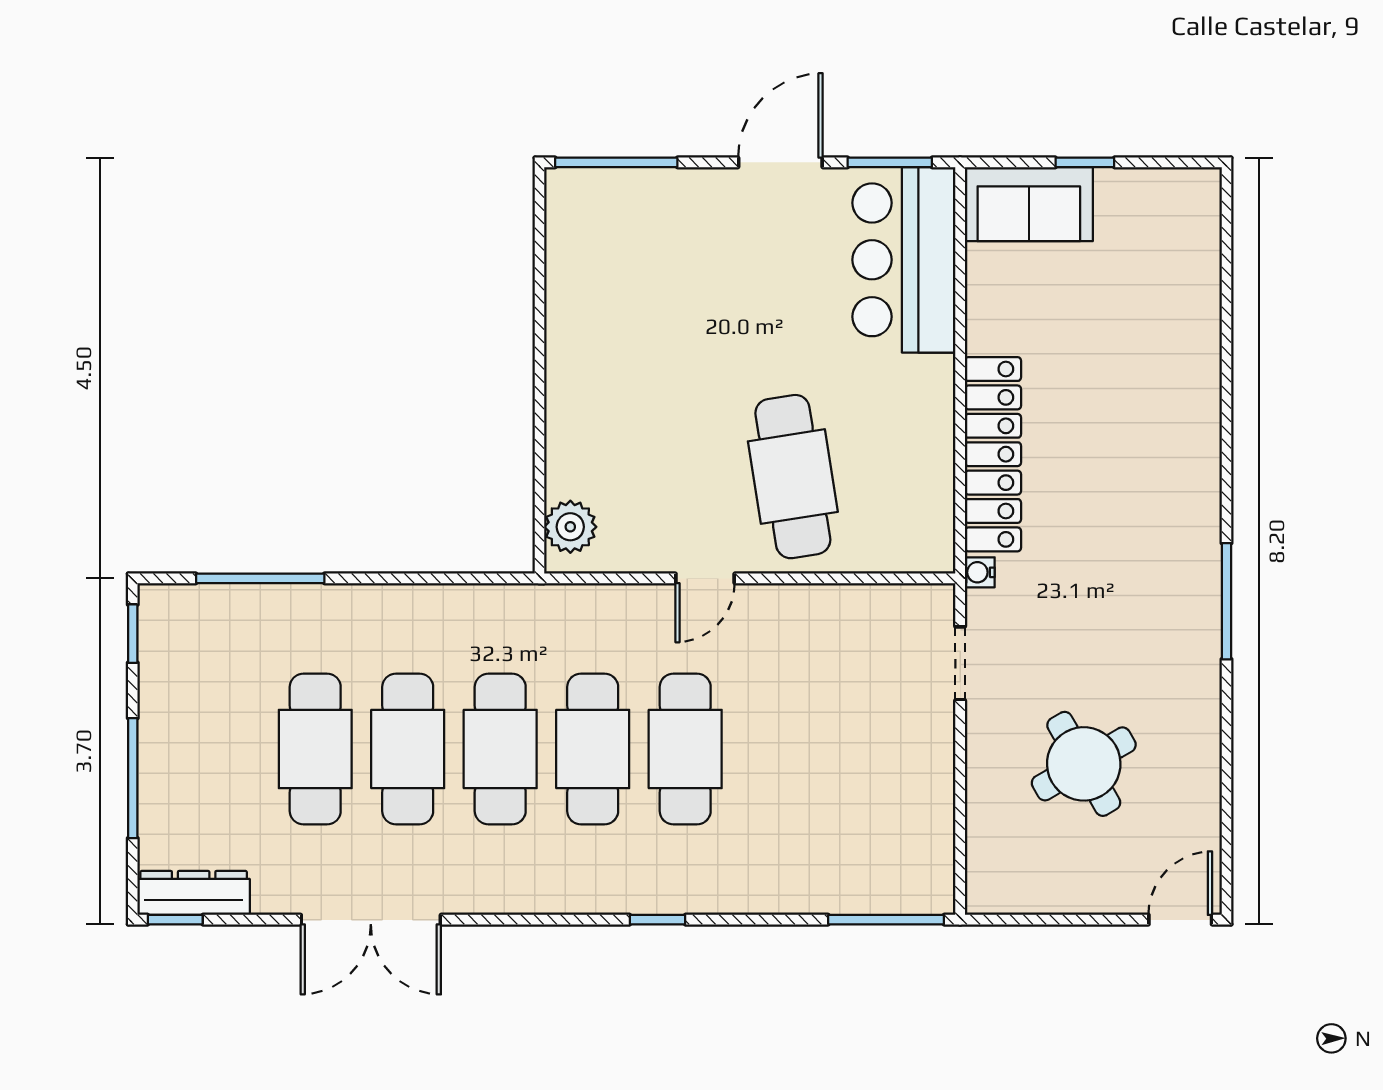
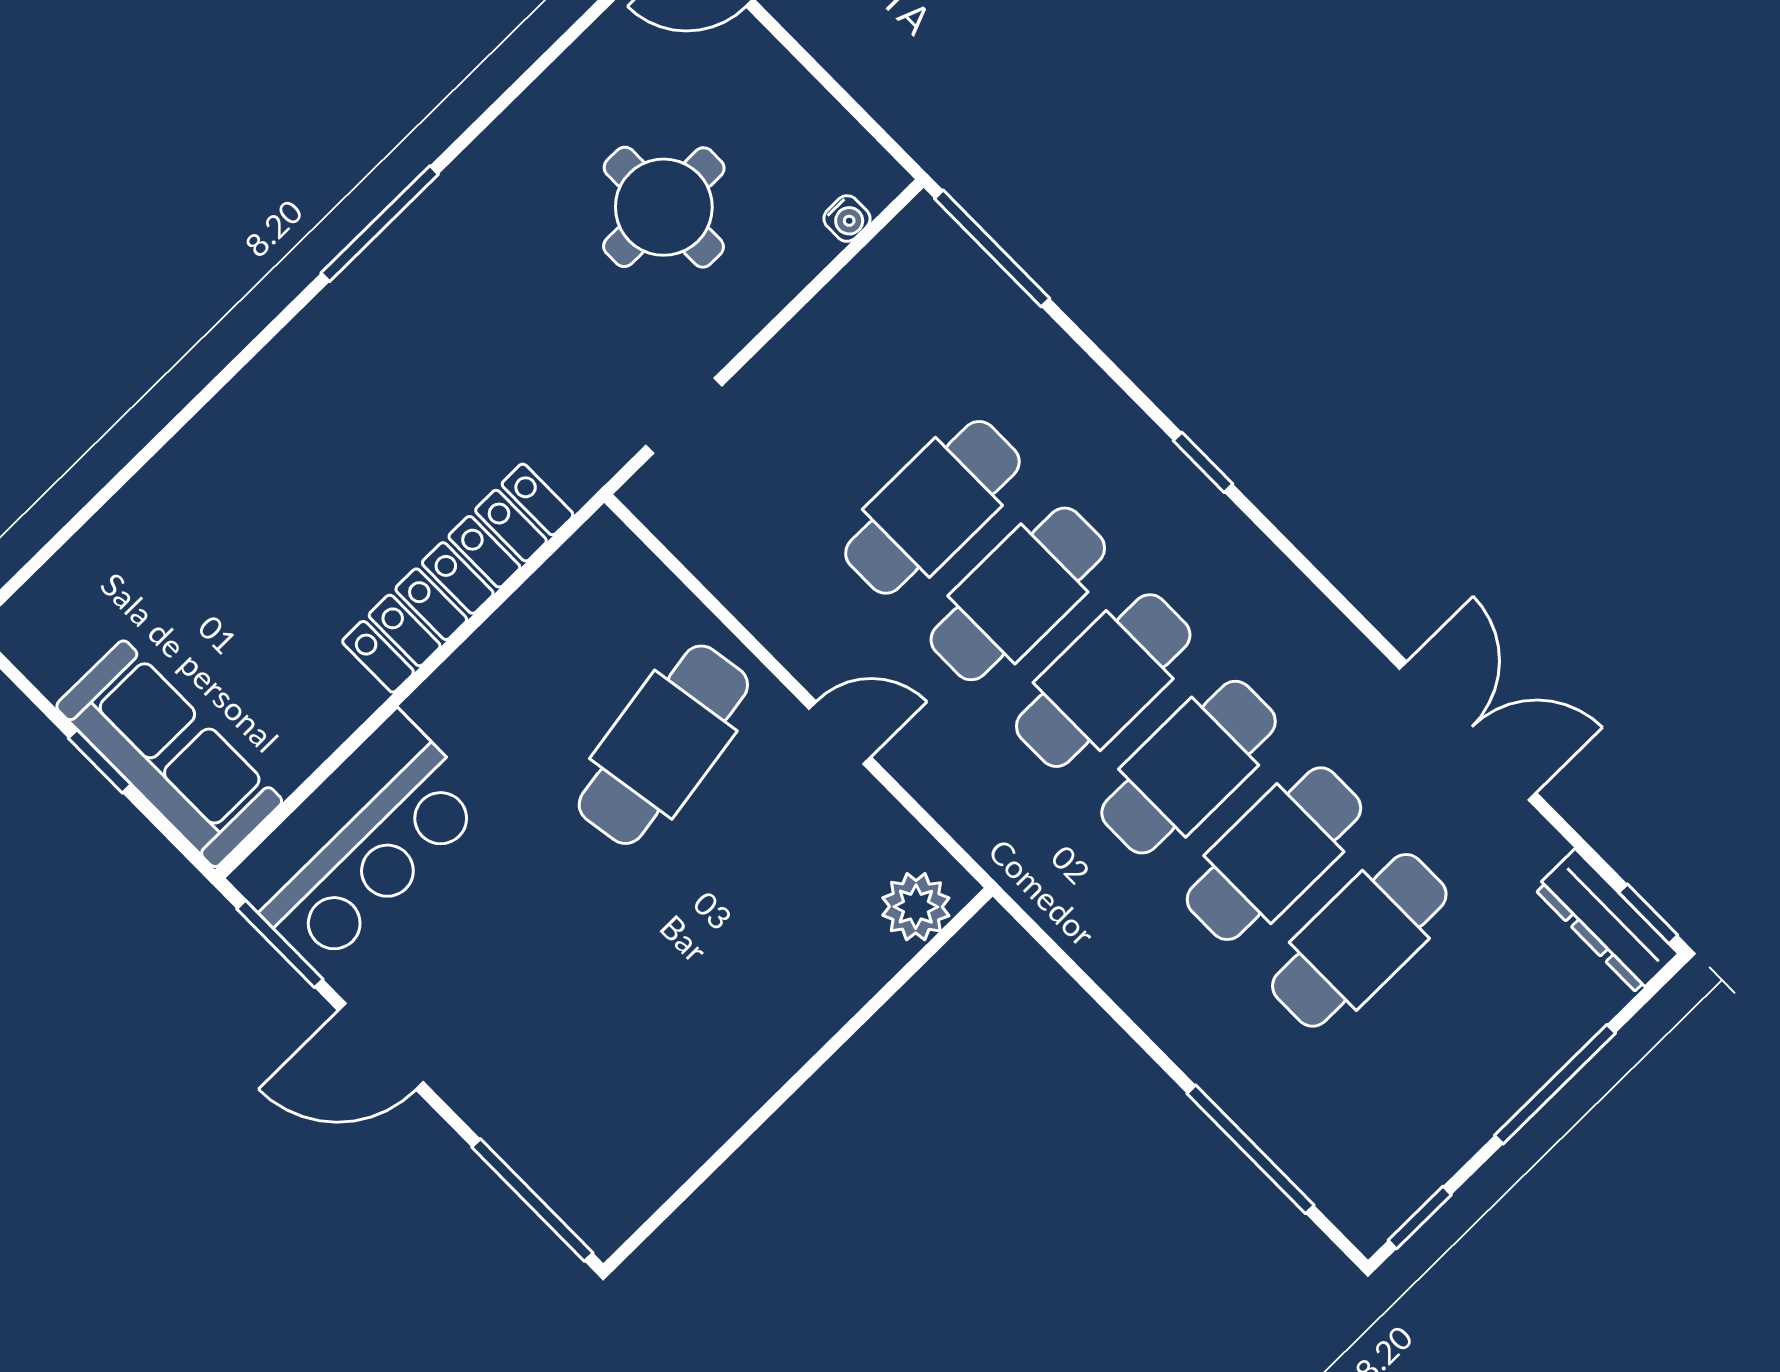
sofa: (1029, 204) -> (169, 754), width x1.36
water cooler: (980, 572) -> (847, 219), moved
cafe table: (778, 749) -> (932, 507), added
round table: (1084, 764) -> (664, 207), turned 30

